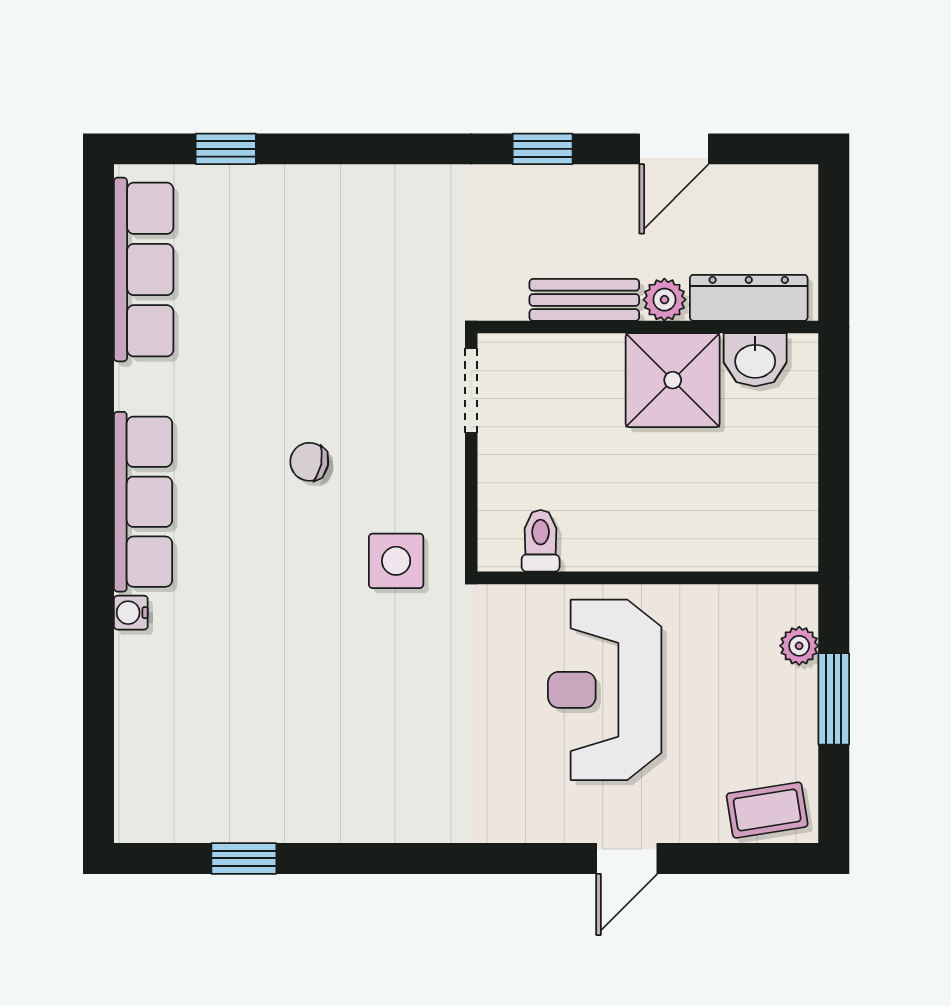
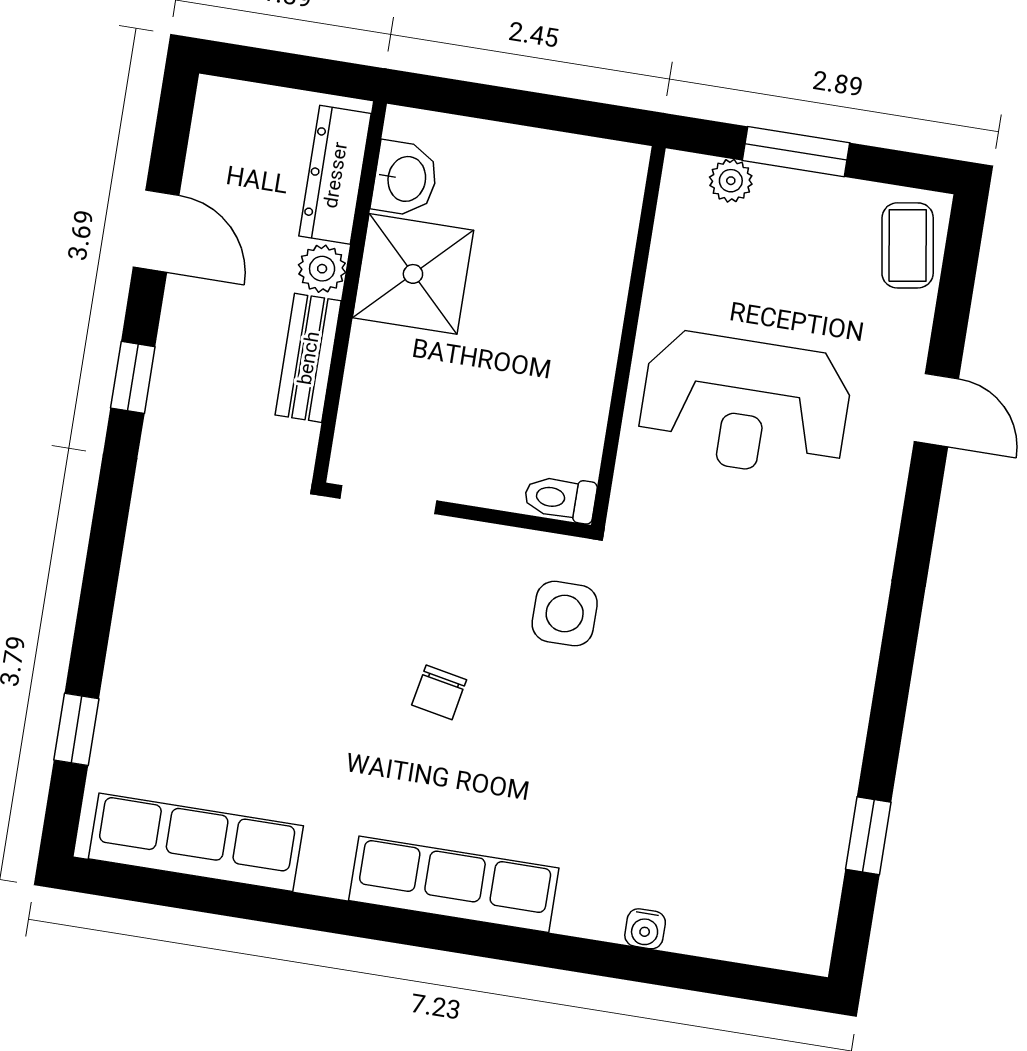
toilet: (541, 541) -> (560, 498), moved
water cooler: (131, 613) -> (645, 929), moved

